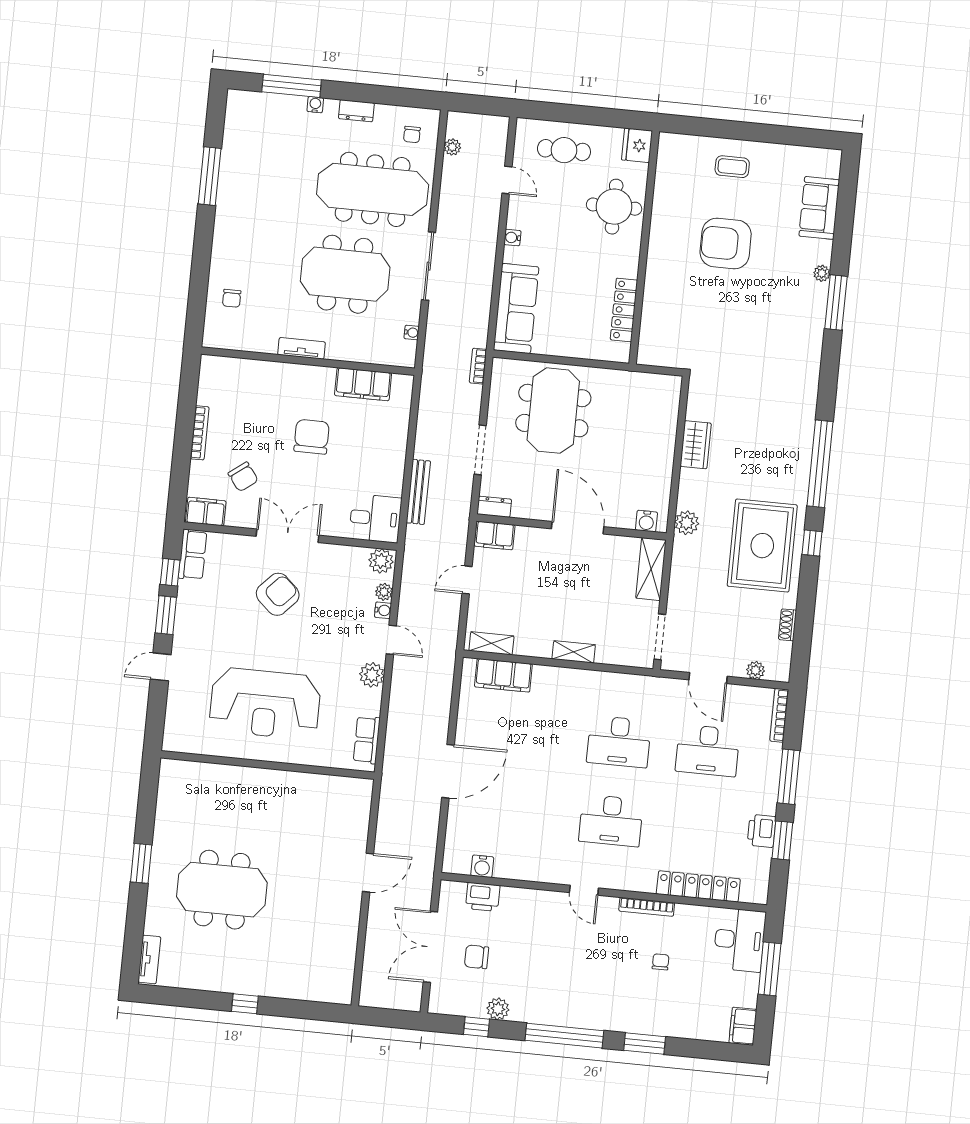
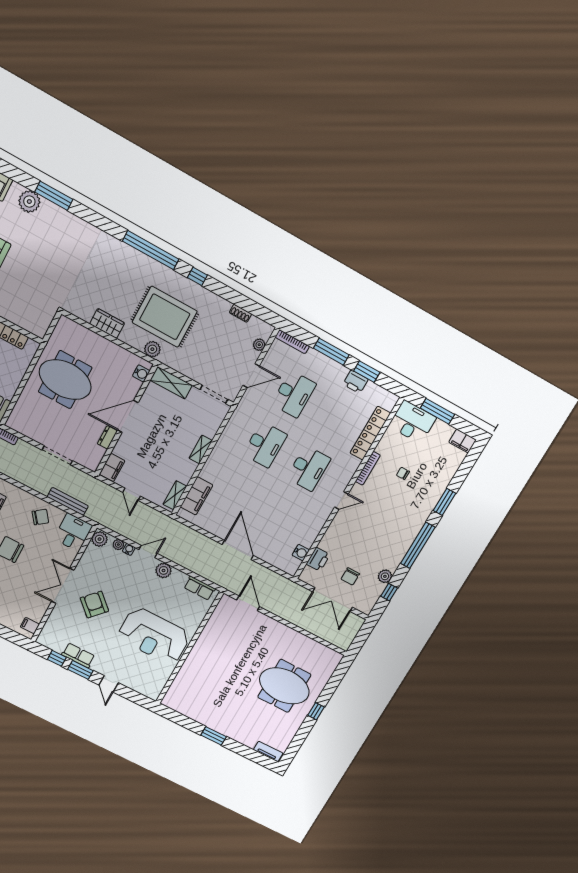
plant: (822, 273) -> (29, 202), width x1.88, depth x1.88
meeting table: (553, 411) -> (65, 380), moved
chair: (243, 477) -> (40, 517), moved
dresser: (494, 507) -> (107, 437), moved
filing cabinet: (206, 512) -> (30, 626), width x0.50
rug: (762, 546) -> (165, 317), moved
row of seats: (193, 555) -> (78, 655), moved
reception desk: (265, 704) -> (154, 636), turned 90
door: (368, 873) -> (248, 603), moved
meeting table: (222, 890) -> (284, 686), moved, turned 90

